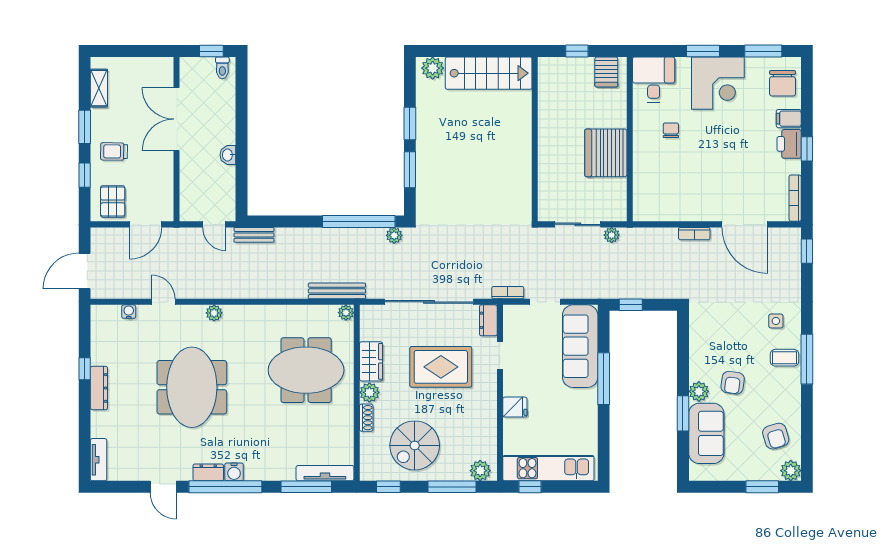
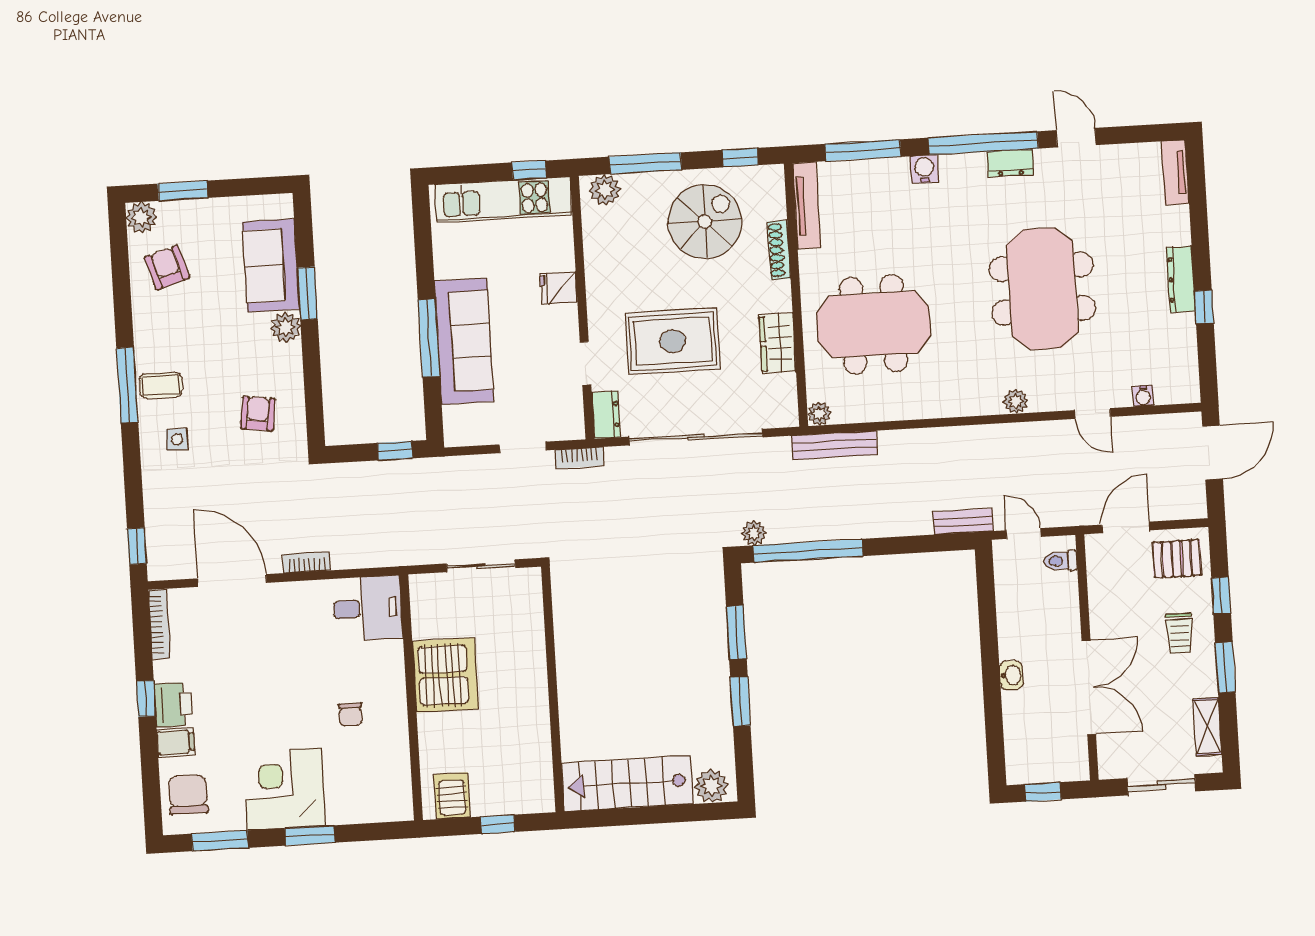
sliding door: (132, 51) -> (1161, 785), added
toilet: (222, 68) -> (1061, 561), moved, turned -90
desk: (654, 79) -> (368, 608), moved, turned -90
trolley: (114, 151) -> (1179, 633), turned 89
washbasin: (228, 155) -> (1011, 675), moved
pallet: (113, 201) -> (1177, 559), turned 90
plant: (612, 235) -> (430, 553), removed
sofa: (580, 346) -> (464, 341), moved
armchair: (733, 383) -> (258, 414), moved
plant: (369, 392) -> (777, 297), removed
shoe rack: (366, 418) -> (779, 250), width x1.43
water cooler: (234, 472) -> (924, 169), moved
tv unit: (325, 473) -> (807, 205), moved, turned -90

